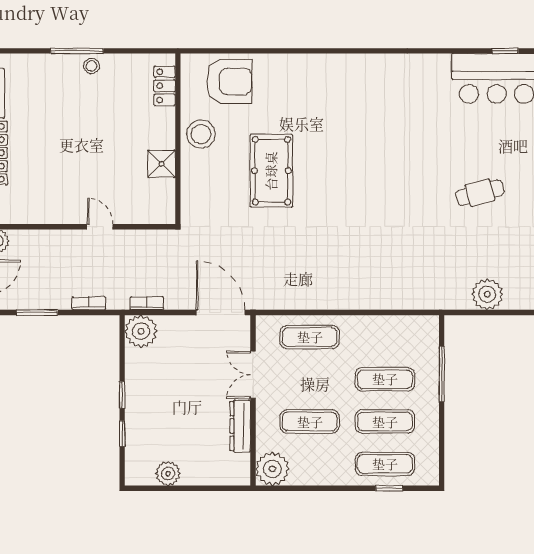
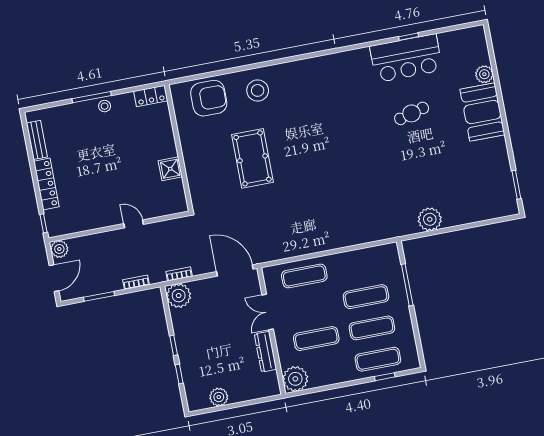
locker: (165, 86) -> (151, 96), moved, turned -90
stool: (201, 134) -> (258, 90), moved
cafe table: (480, 193) -> (412, 113), moved

